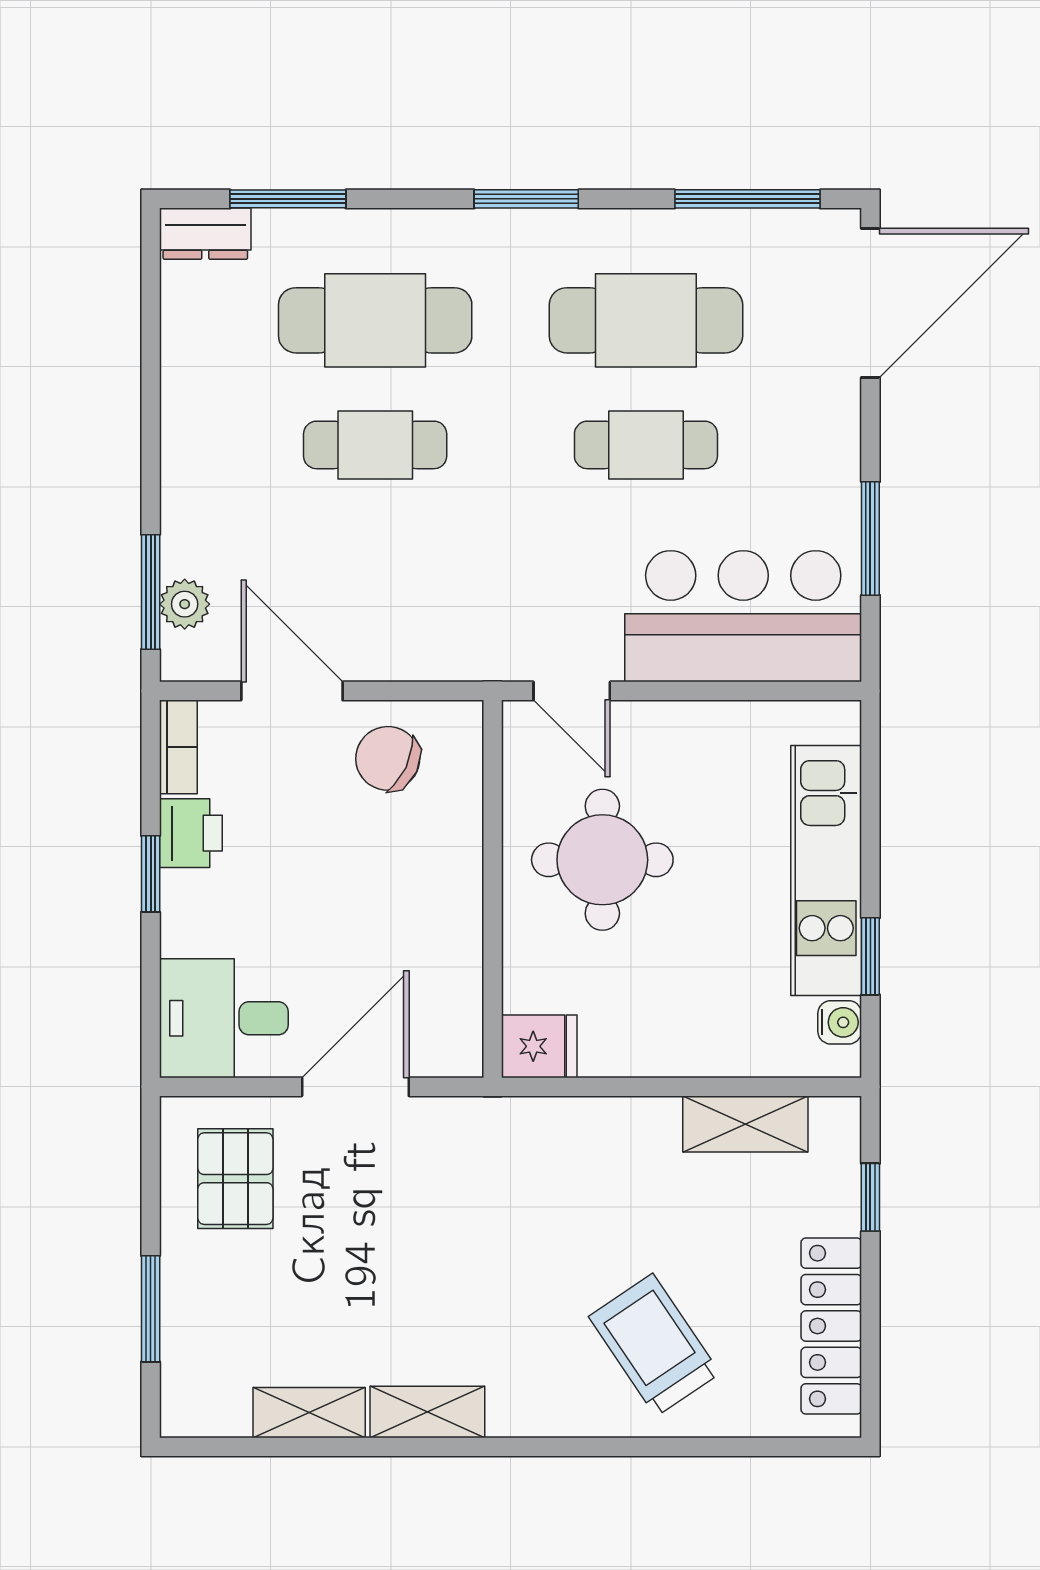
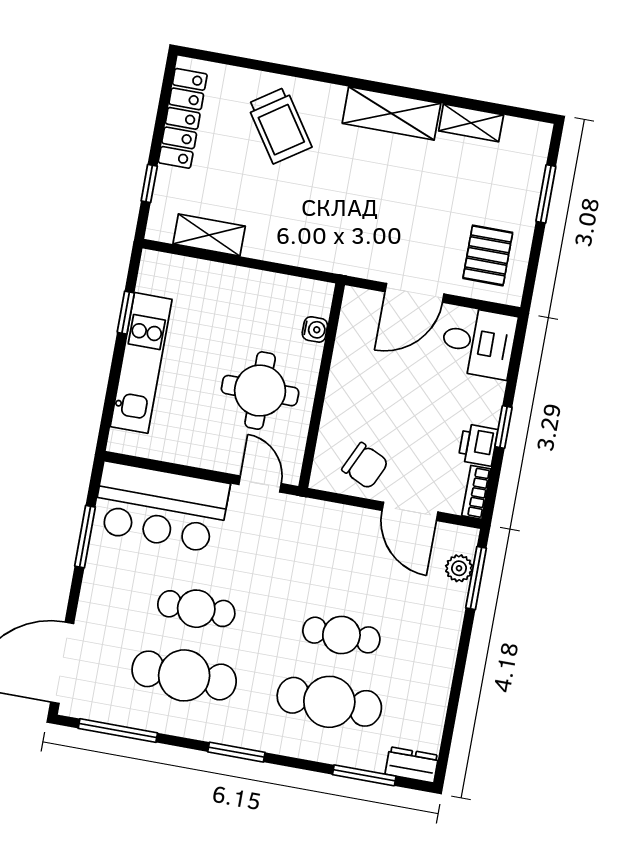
water cooler: (840, 1022) -> (315, 329), moved, turned 180
fridge: (539, 1046) -> (312, 297), removed
shelving: (427, 1412) -> (391, 113), width x1.50, depth x1.33

